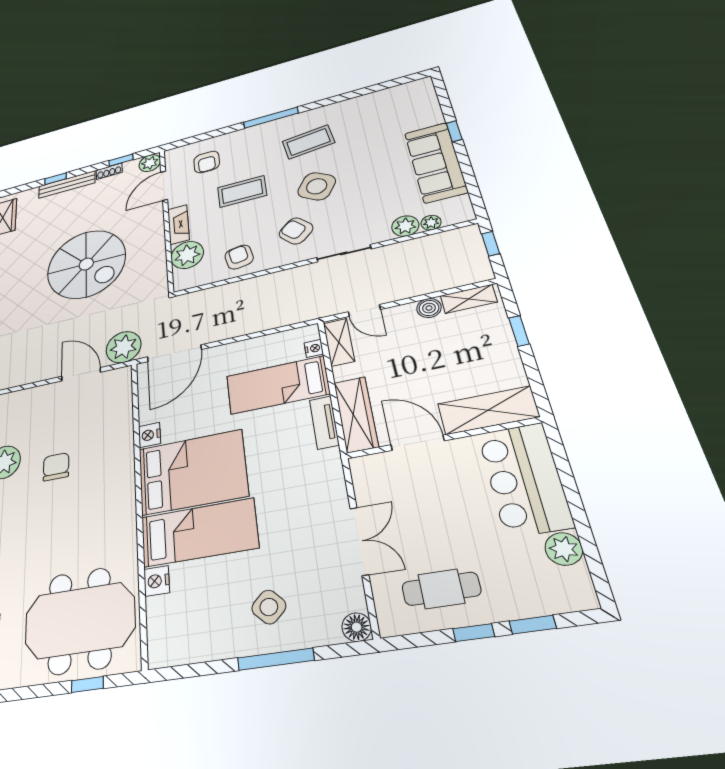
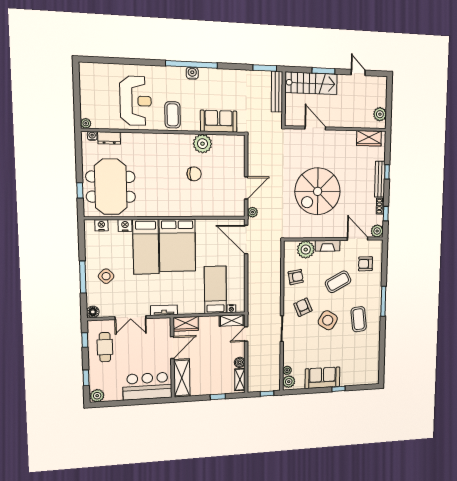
sofa: (436, 162) -> (322, 378), width x0.73
coffee table: (242, 191) -> (338, 282), turned 62
plant: (405, 226) -> (289, 382), moved
armchair: (296, 231) -> (303, 307), turned -70
plant: (124, 347) -> (253, 212), width x0.53, depth x0.53
wardrobe: (356, 414) -> (186, 324), width x0.67
tv unit: (324, 422) -> (164, 310), moved
nightstand: (149, 435) -> (101, 225), moved
plant: (564, 549) -> (97, 396), moved
window: (474, 633) -> (85, 340), moved

